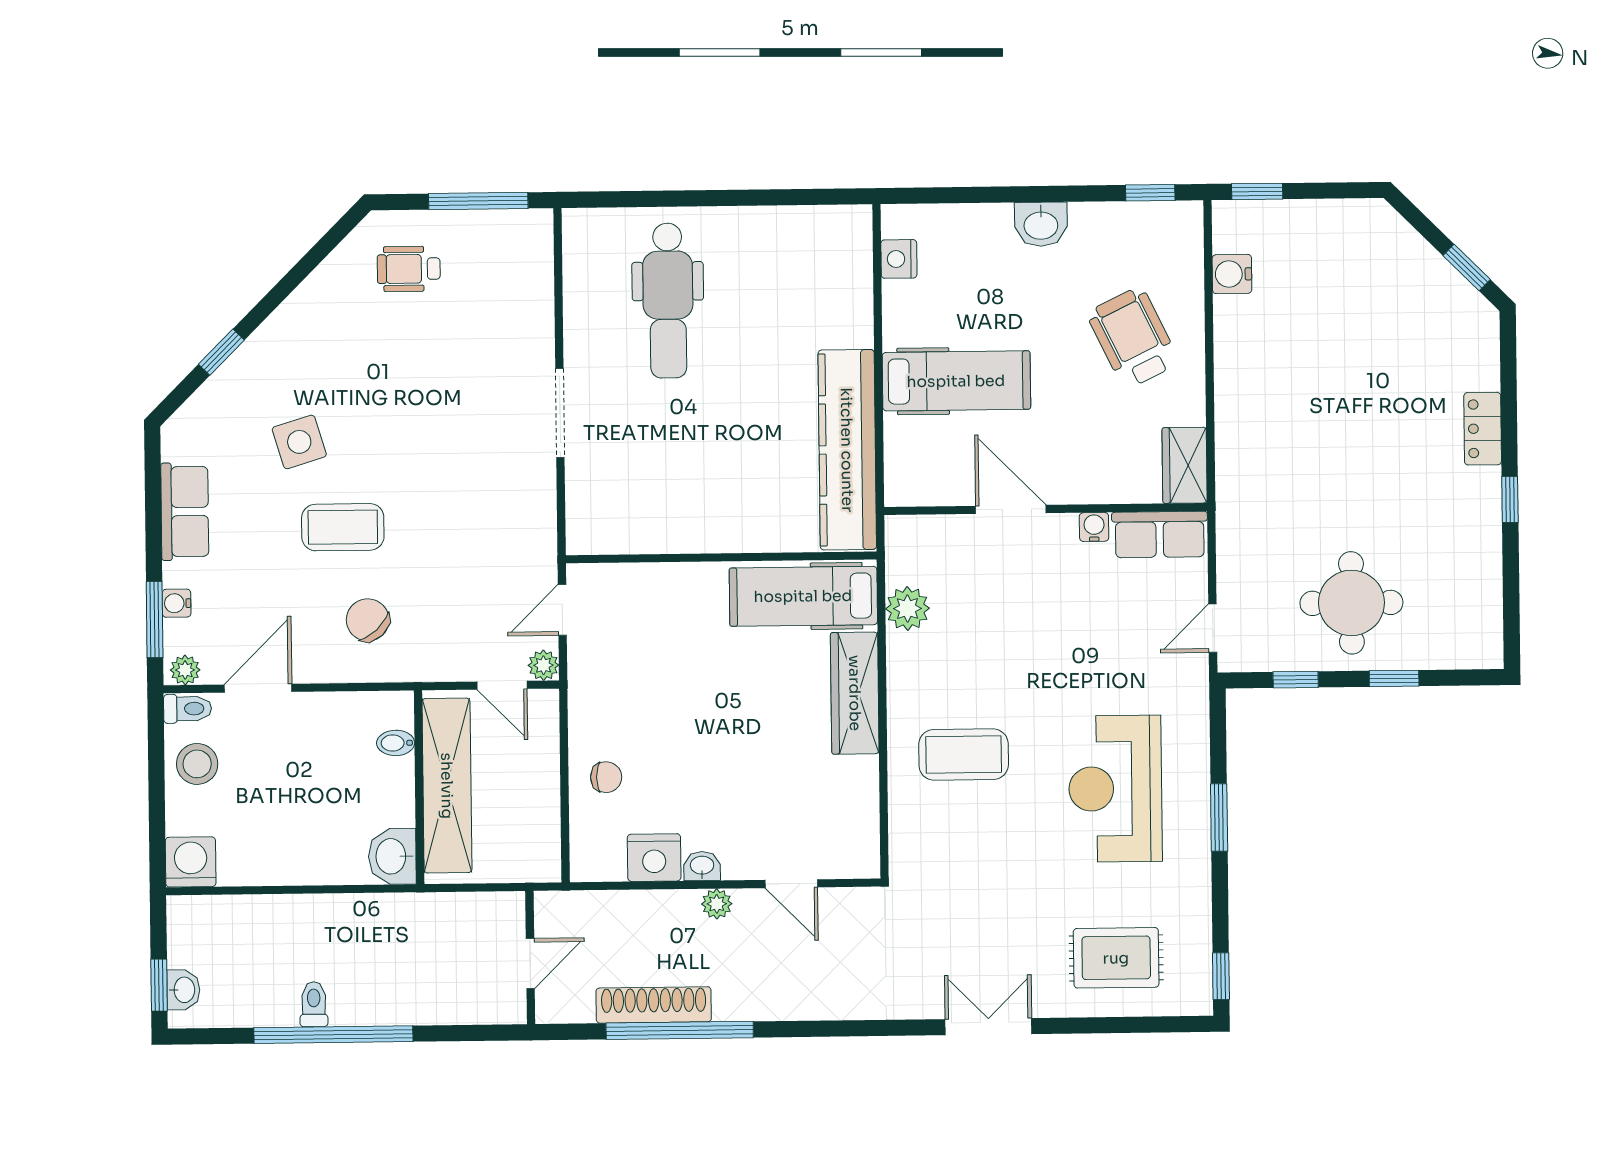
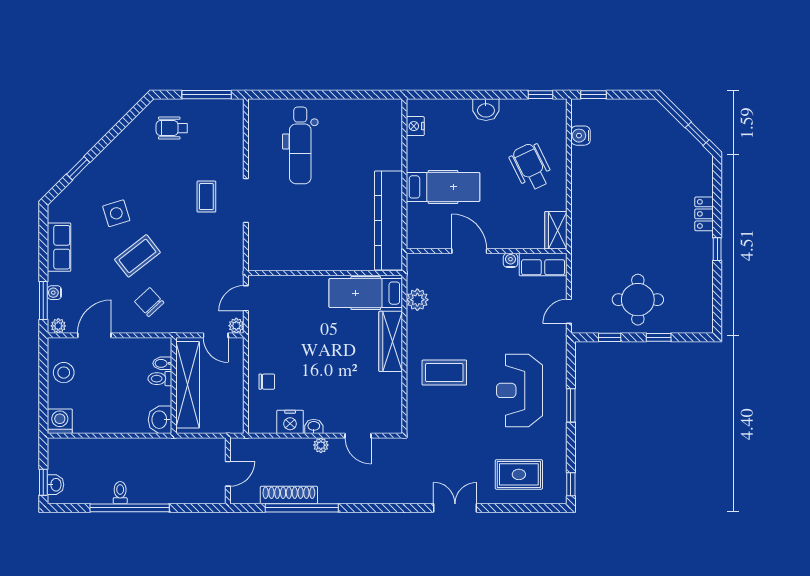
coffee table: (480, 406) -> (206, 197), added
coffee table: (343, 527) -> (137, 256), turned -38
toilet: (187, 709) -> (160, 379), moved, turned 180

